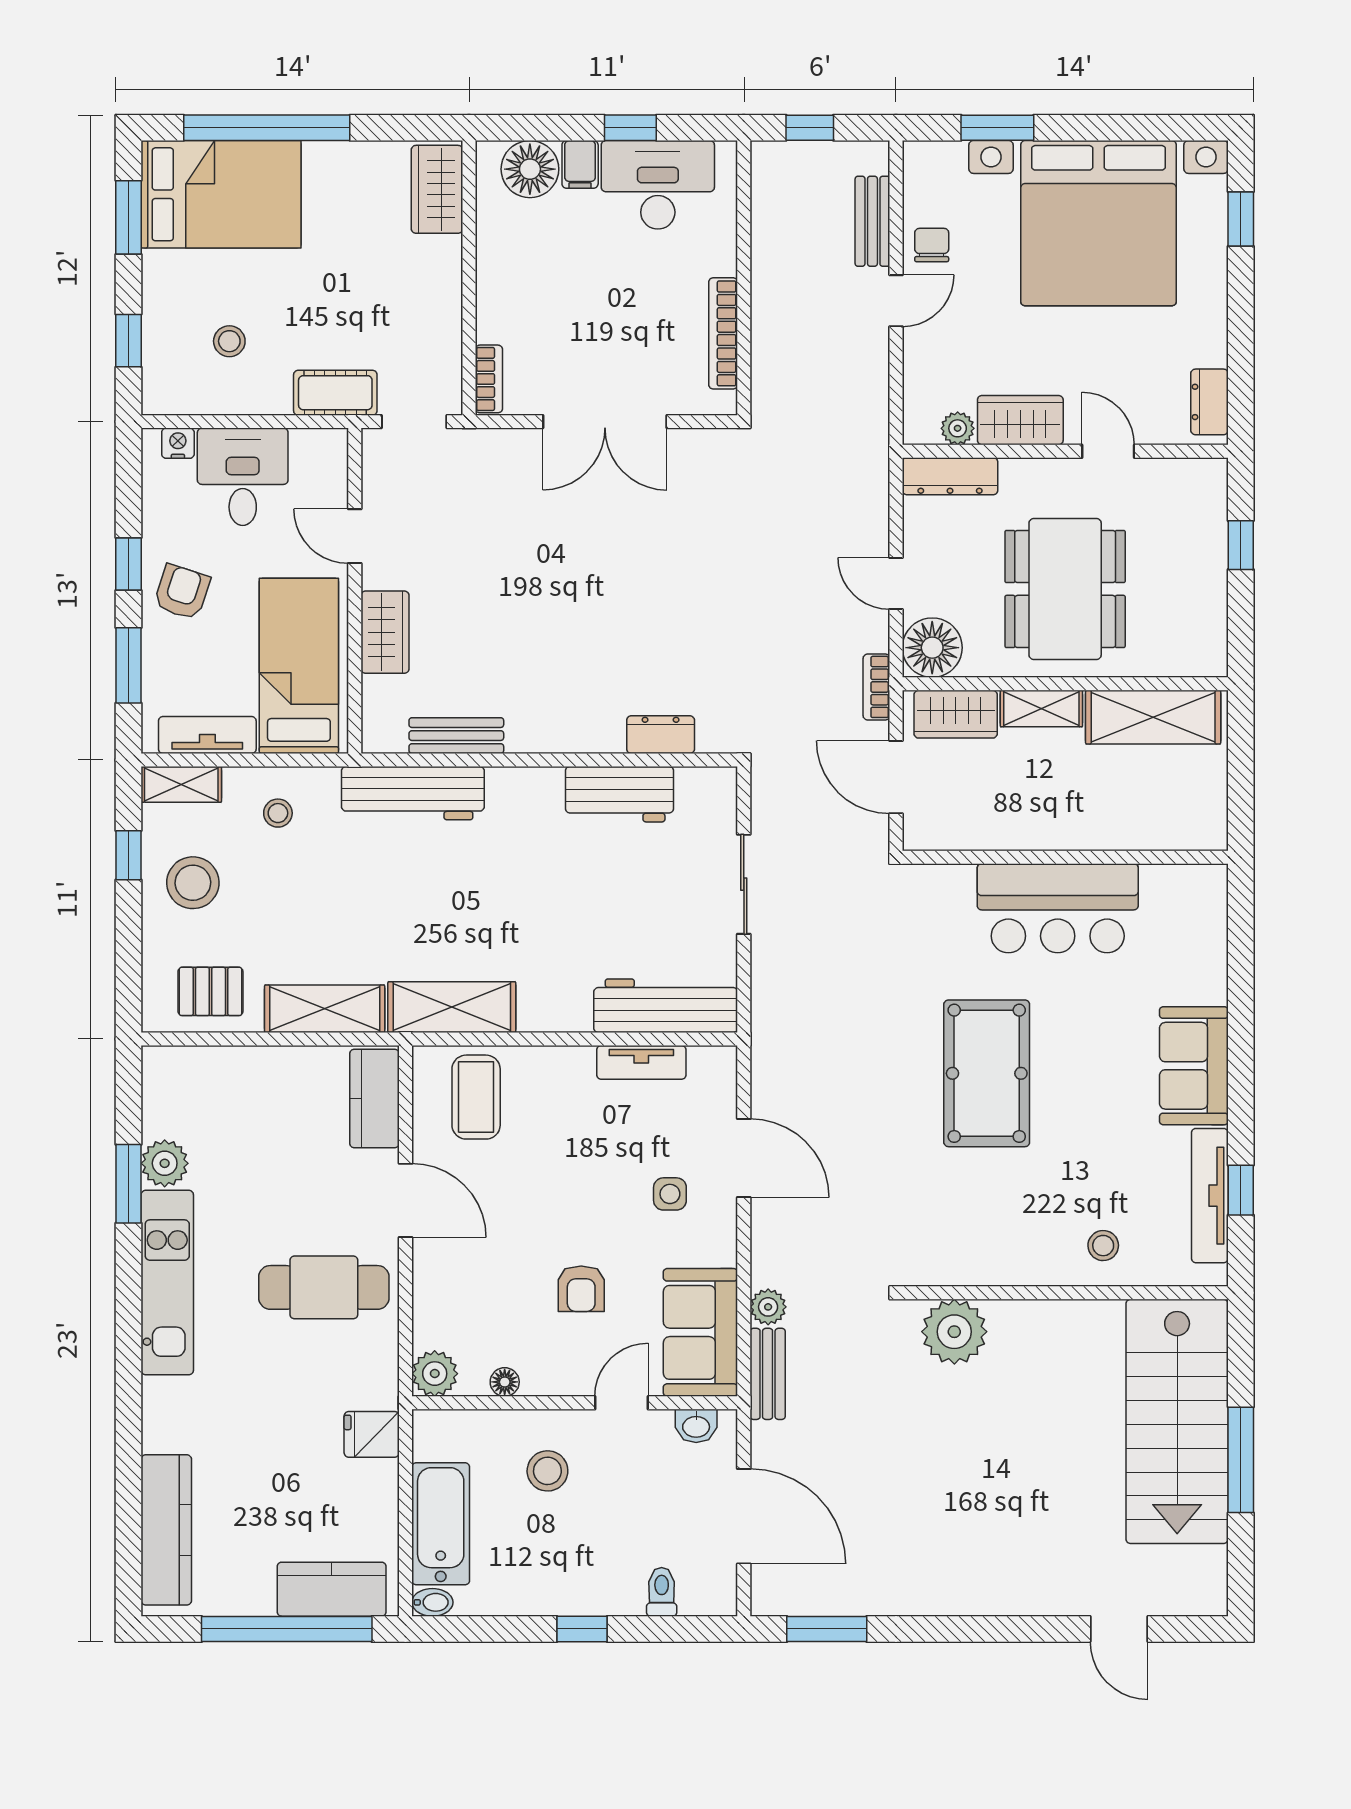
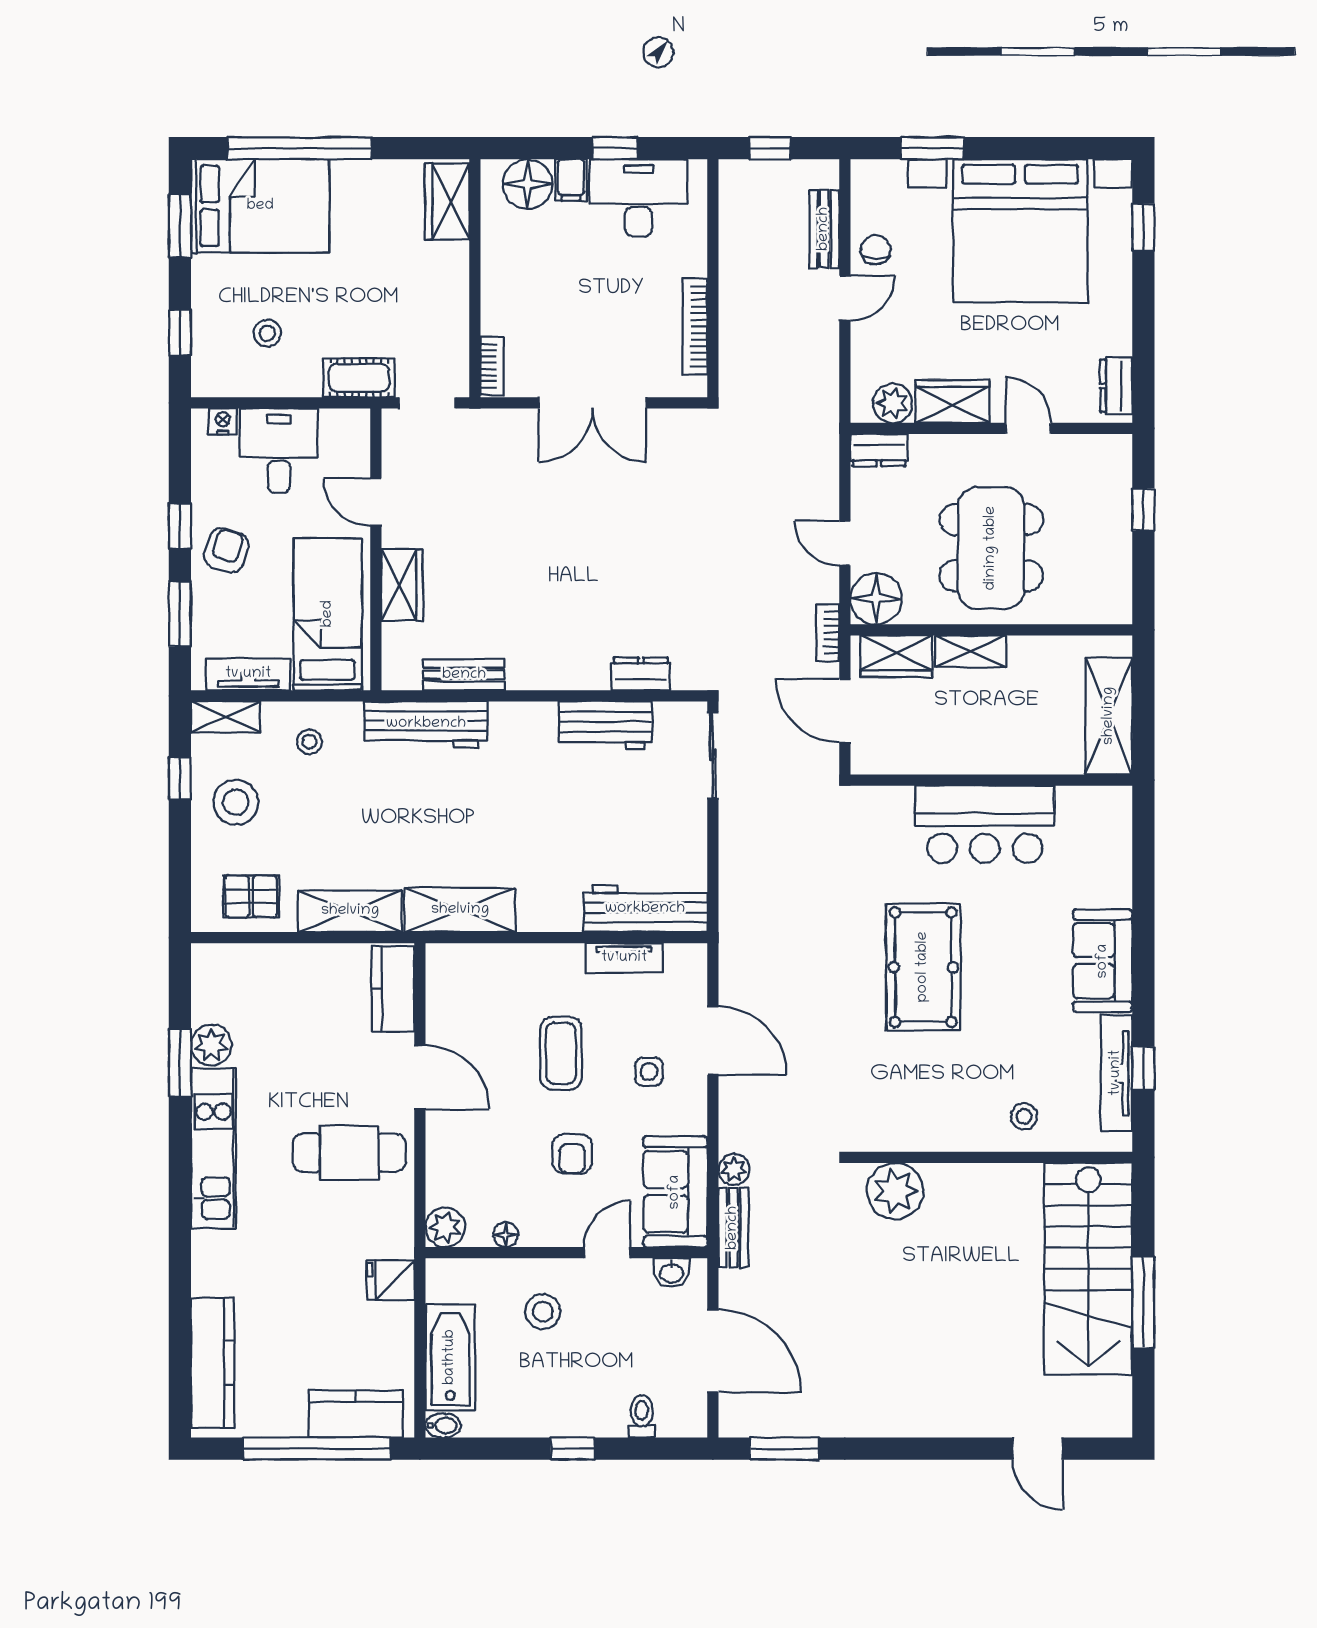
plant: (958, 428) -> (893, 403), width x1.38, depth x1.38
dresser: (950, 476) -> (879, 450), width x0.70
shelving: (1153, 717) -> (1109, 716), moved, turned 90
sliding door: (744, 884) -> (713, 755), moved
coffee table: (476, 1097) -> (561, 1053), moved

